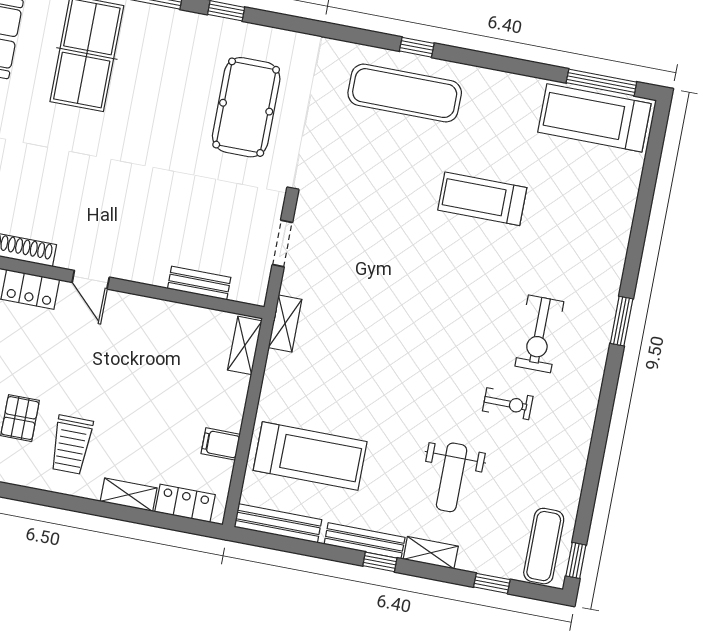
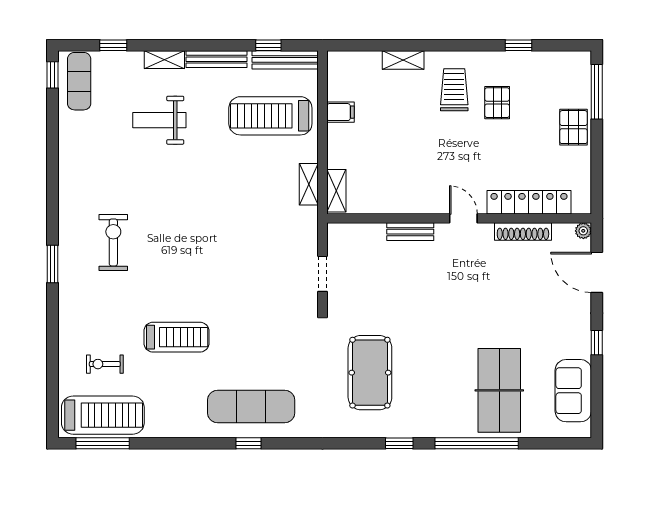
bench: (199, 283) -> (410, 232), moved
shelving: (285, 323) -> (309, 184), moved
exercise bike: (508, 404) -> (105, 364), moved
weight bench: (452, 477) -> (159, 120), turned -90
locker: (185, 503) -> (359, 62), removed
window: (380, 562) -> (268, 45), moved

